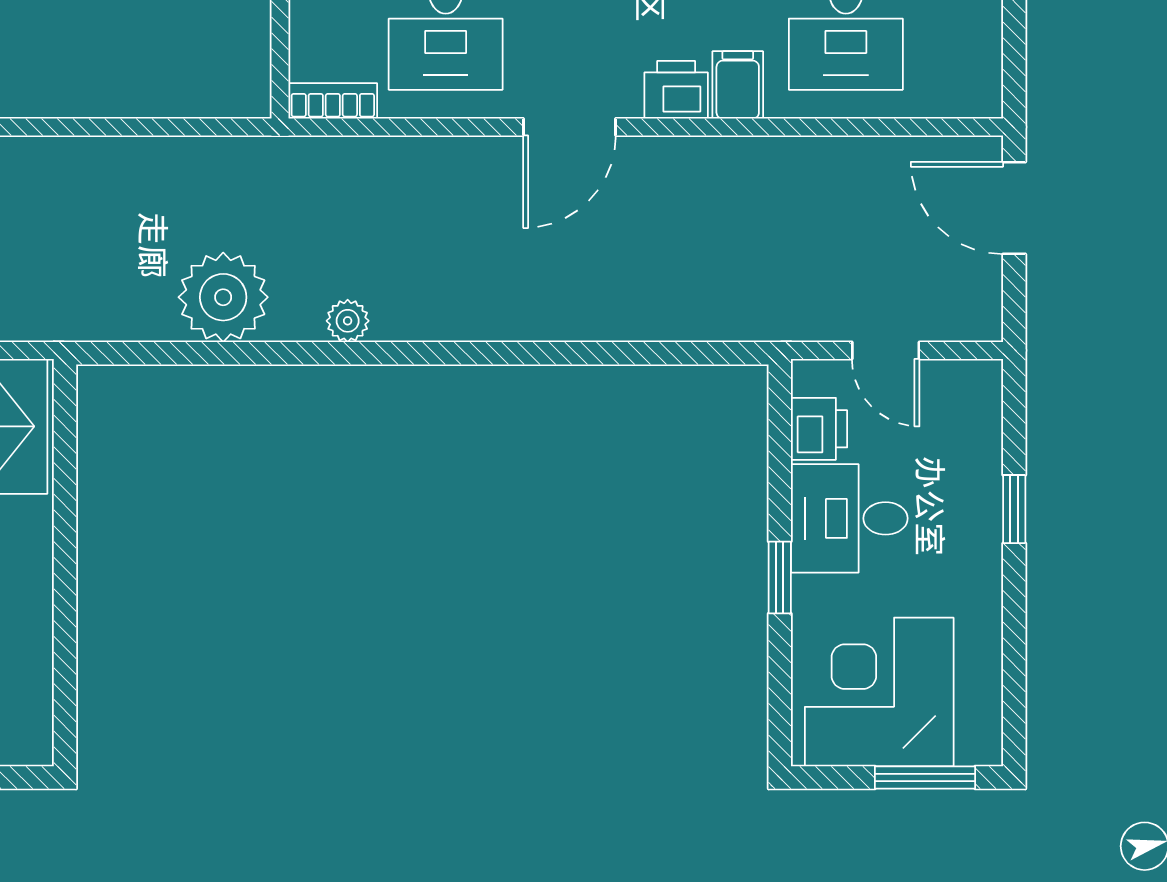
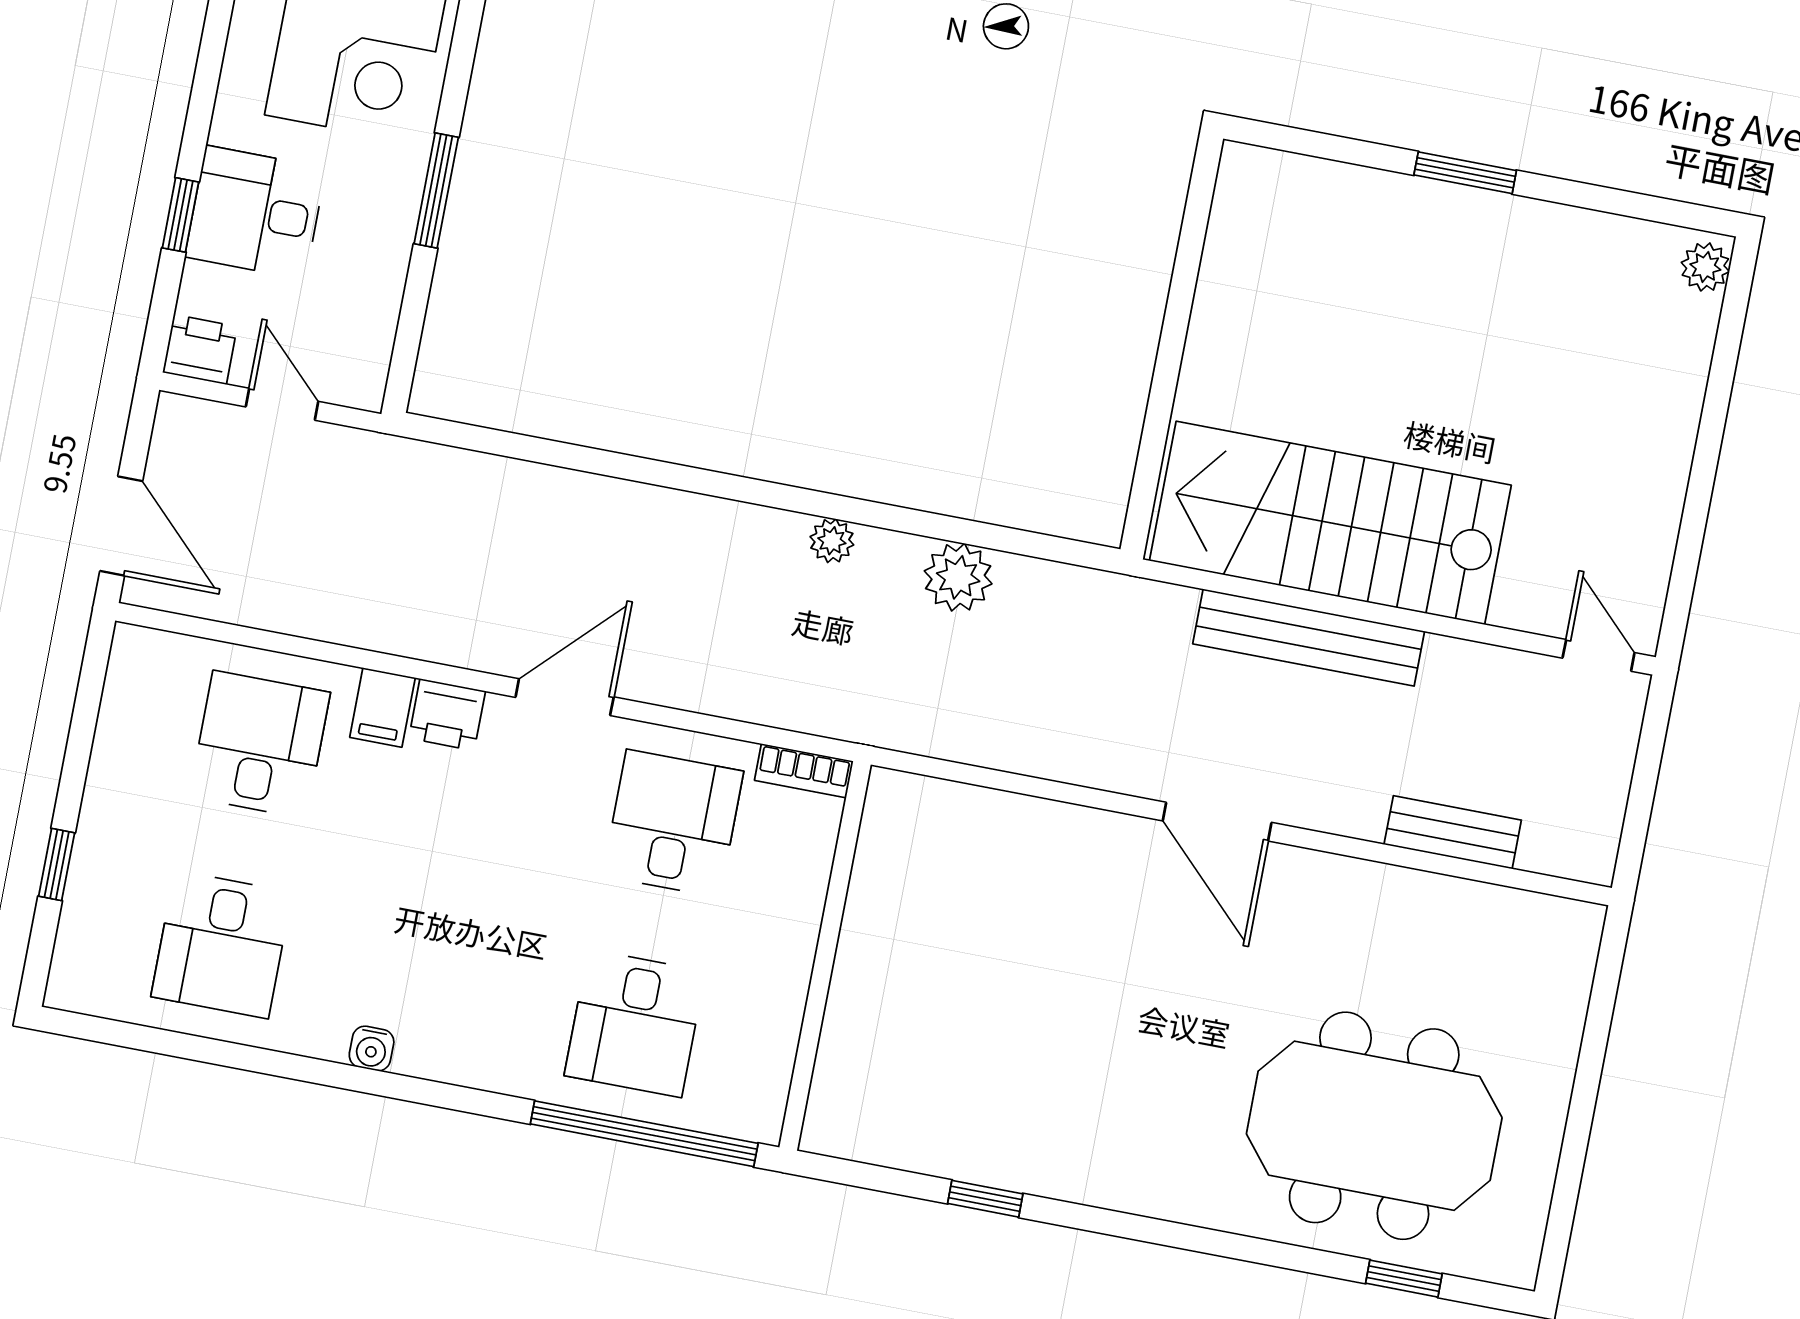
plant: (223, 297) -> (958, 577), width x0.73, depth x0.73
printer: (819, 429) -> (200, 349), moved, turned 90
desk: (849, 518) -> (255, 212), moved, turned 180
window: (780, 577) -> (436, 190), width x1.50

